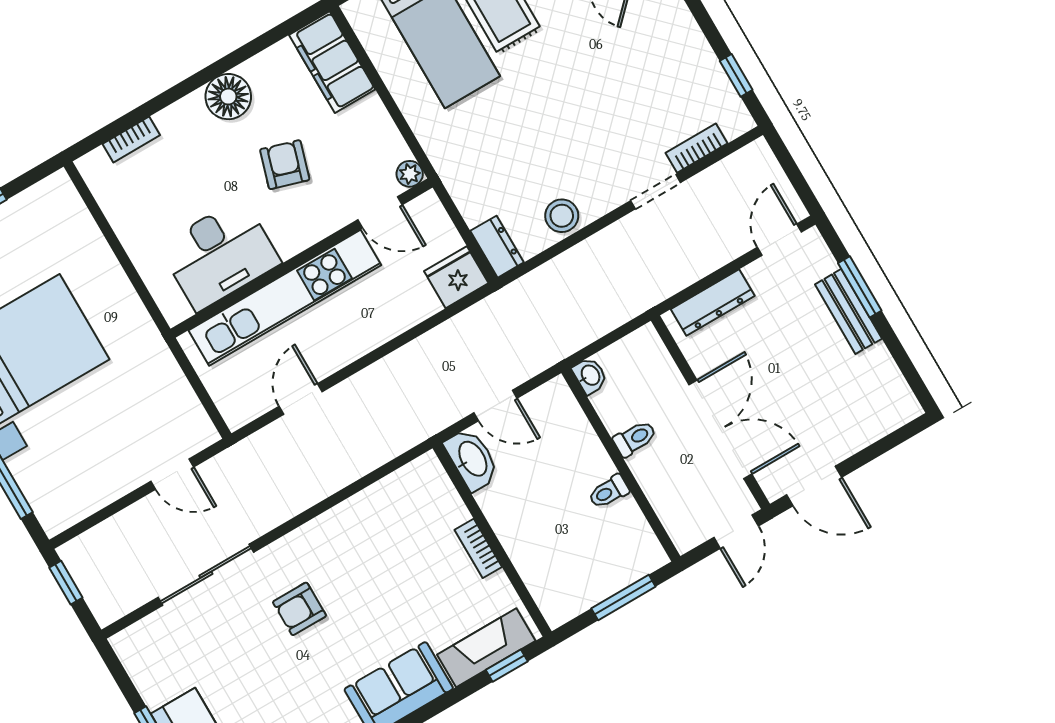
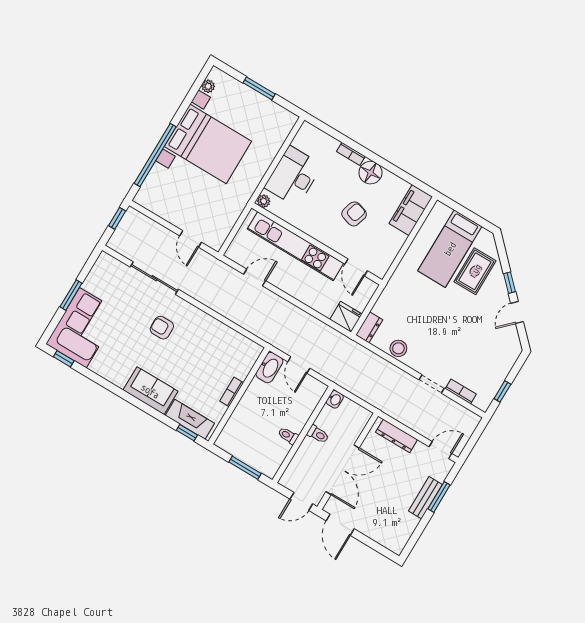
bookcase: (131, 140) -> (351, 154), moved
plant: (410, 174) -> (264, 201), moved
desk: (220, 254) -> (293, 176), moved, turned 90

